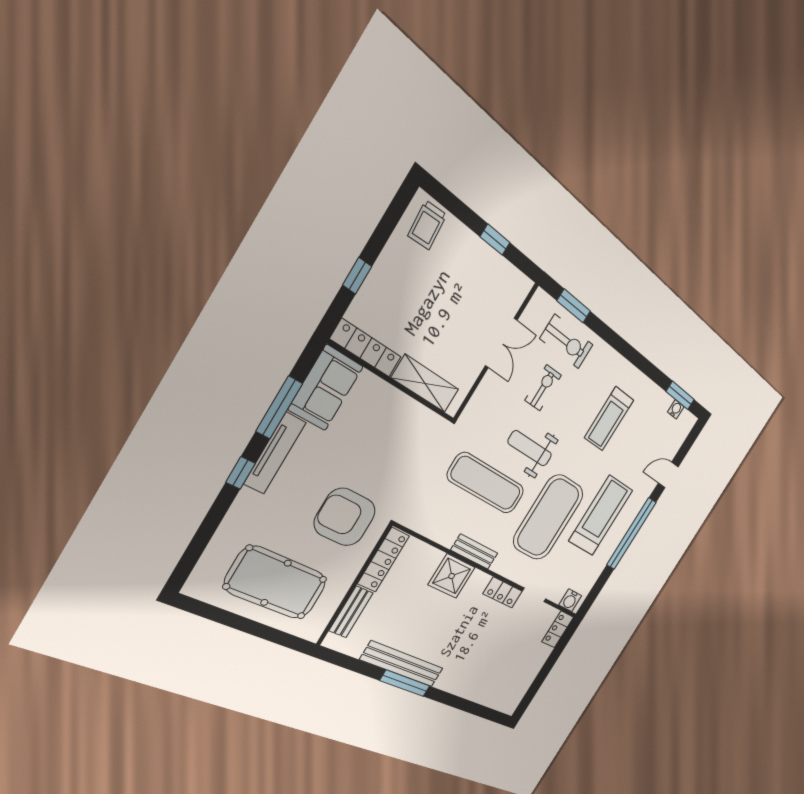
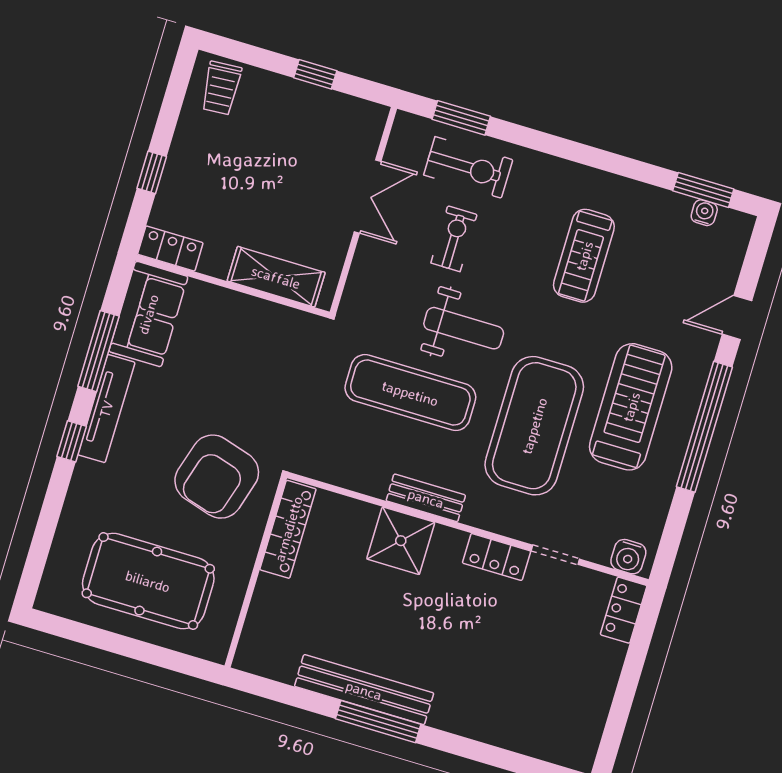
locker: (366, 348) -> (170, 249), width x0.66
weight bench: (530, 448) -> (464, 328), turned 180
armchair: (345, 517) -> (217, 477), turned -73
bench: (351, 612) -> (262, 613), removed

